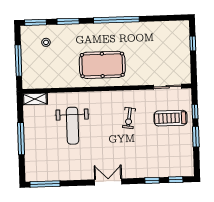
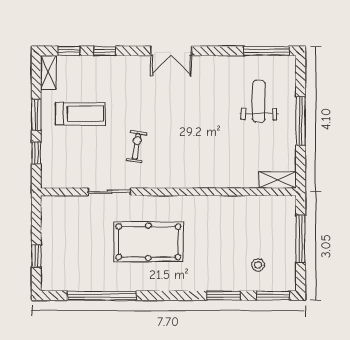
window: (116, 20) -> (102, 296), moved
pool table: (102, 65) -> (148, 242), moved
sliding door: (168, 87) -> (109, 192), moved
treadmill: (171, 118) -> (80, 114), moved
weight bench: (73, 126) -> (259, 101), moved, width x0.73, depth x0.75
shelving: (189, 165) -> (48, 72), added

